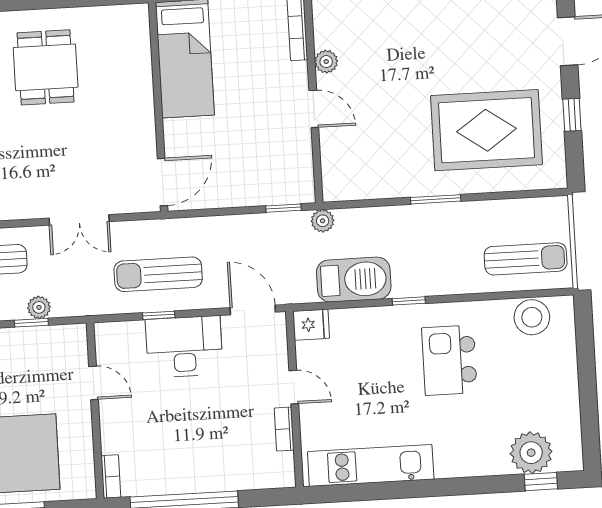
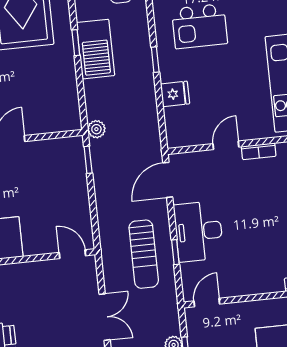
door: (162, 182) -> (72, 254), width x0.73
window: (436, 199) -> (76, 43), width x0.67
barbecue: (354, 280) -> (96, 49), moved, turned 180
fridge: (311, 325) -> (175, 94), moved, turned 90
door: (94, 383) -> (207, 302), moved

